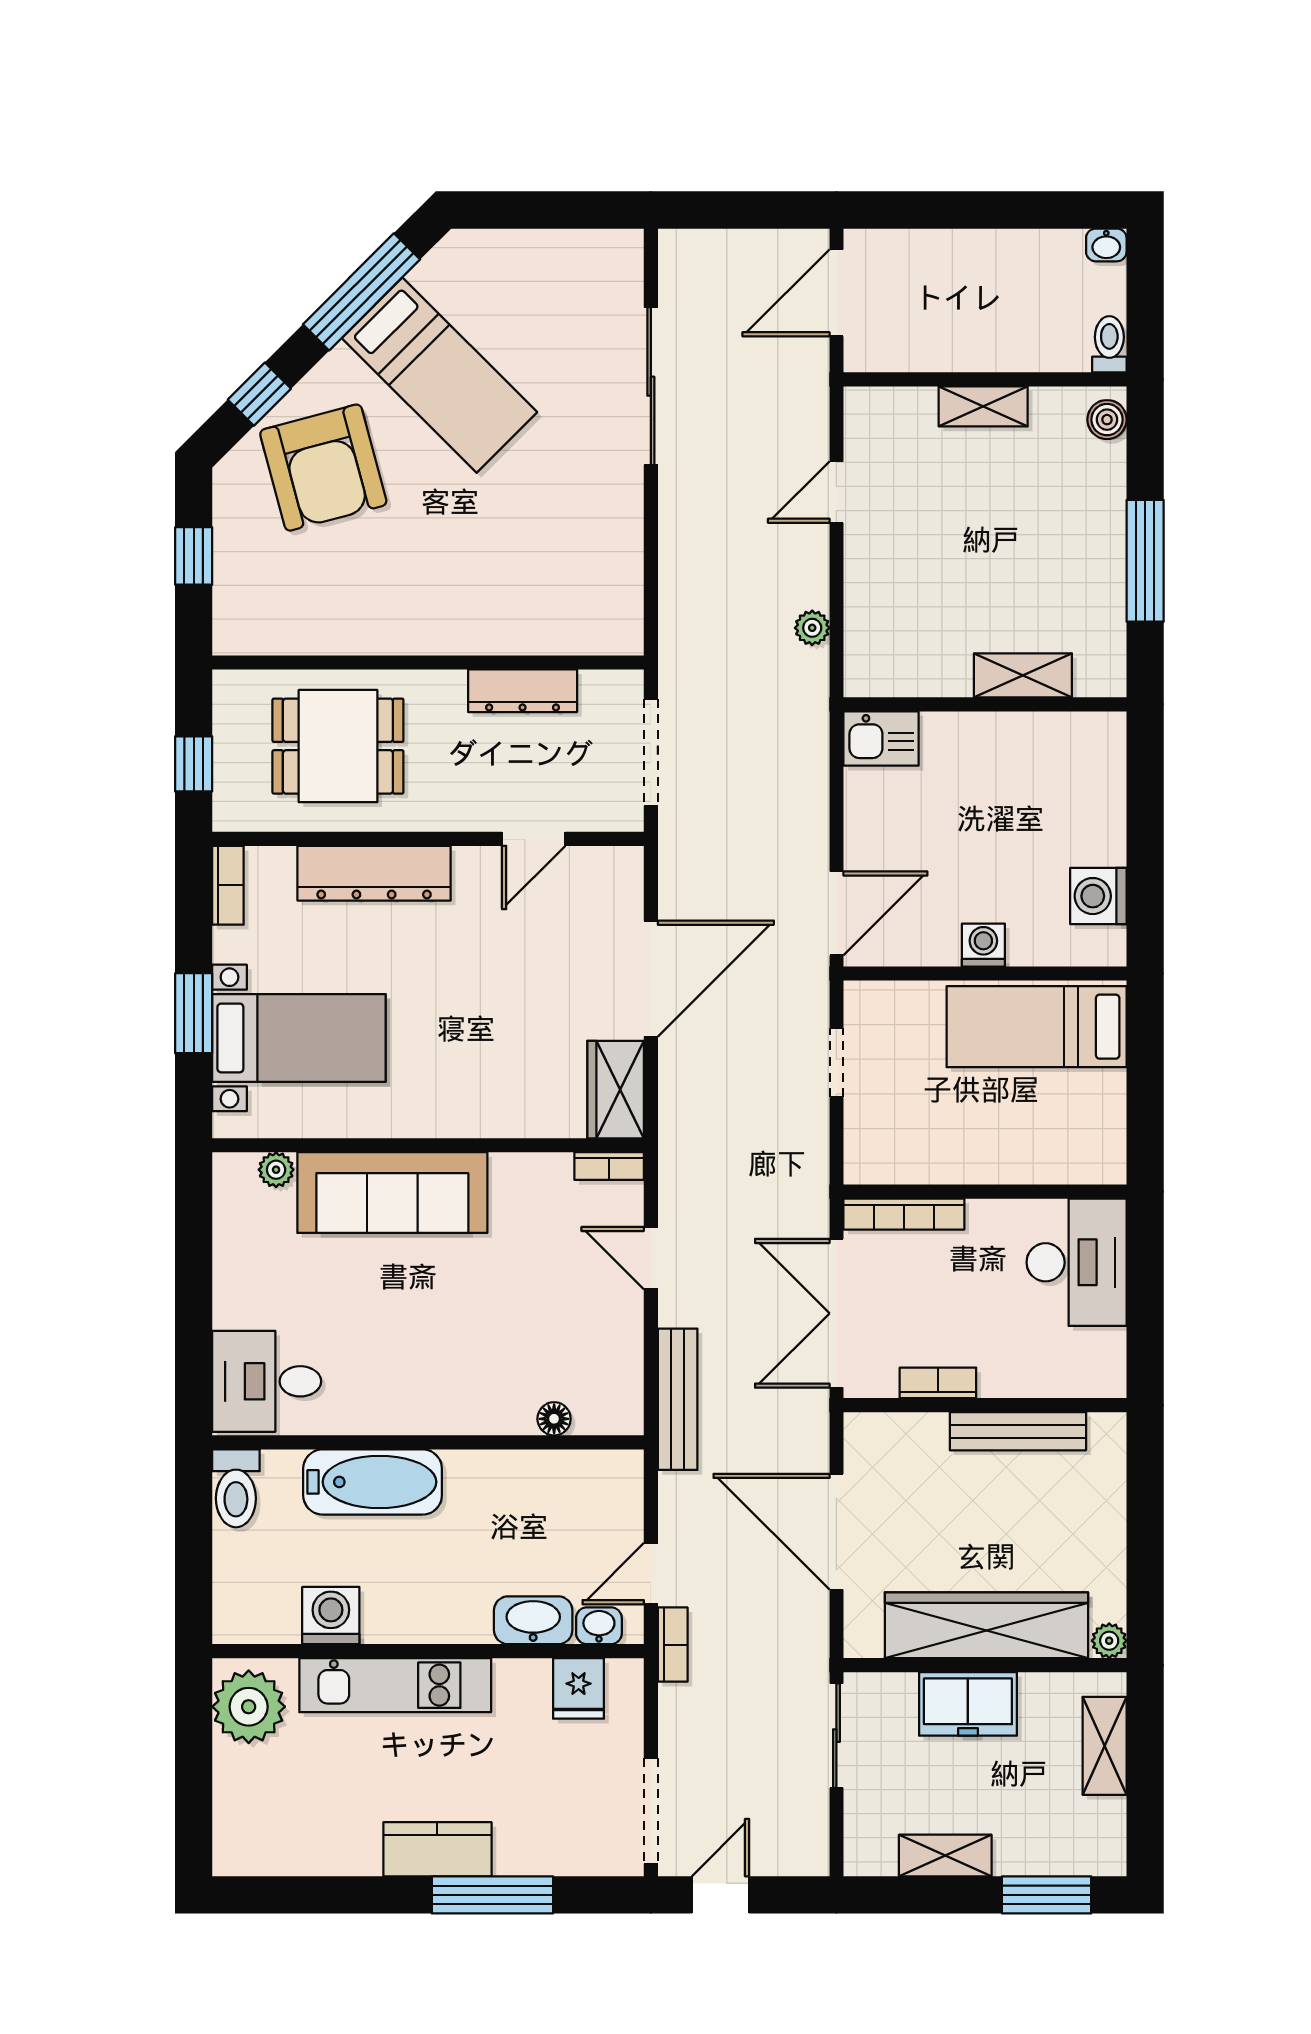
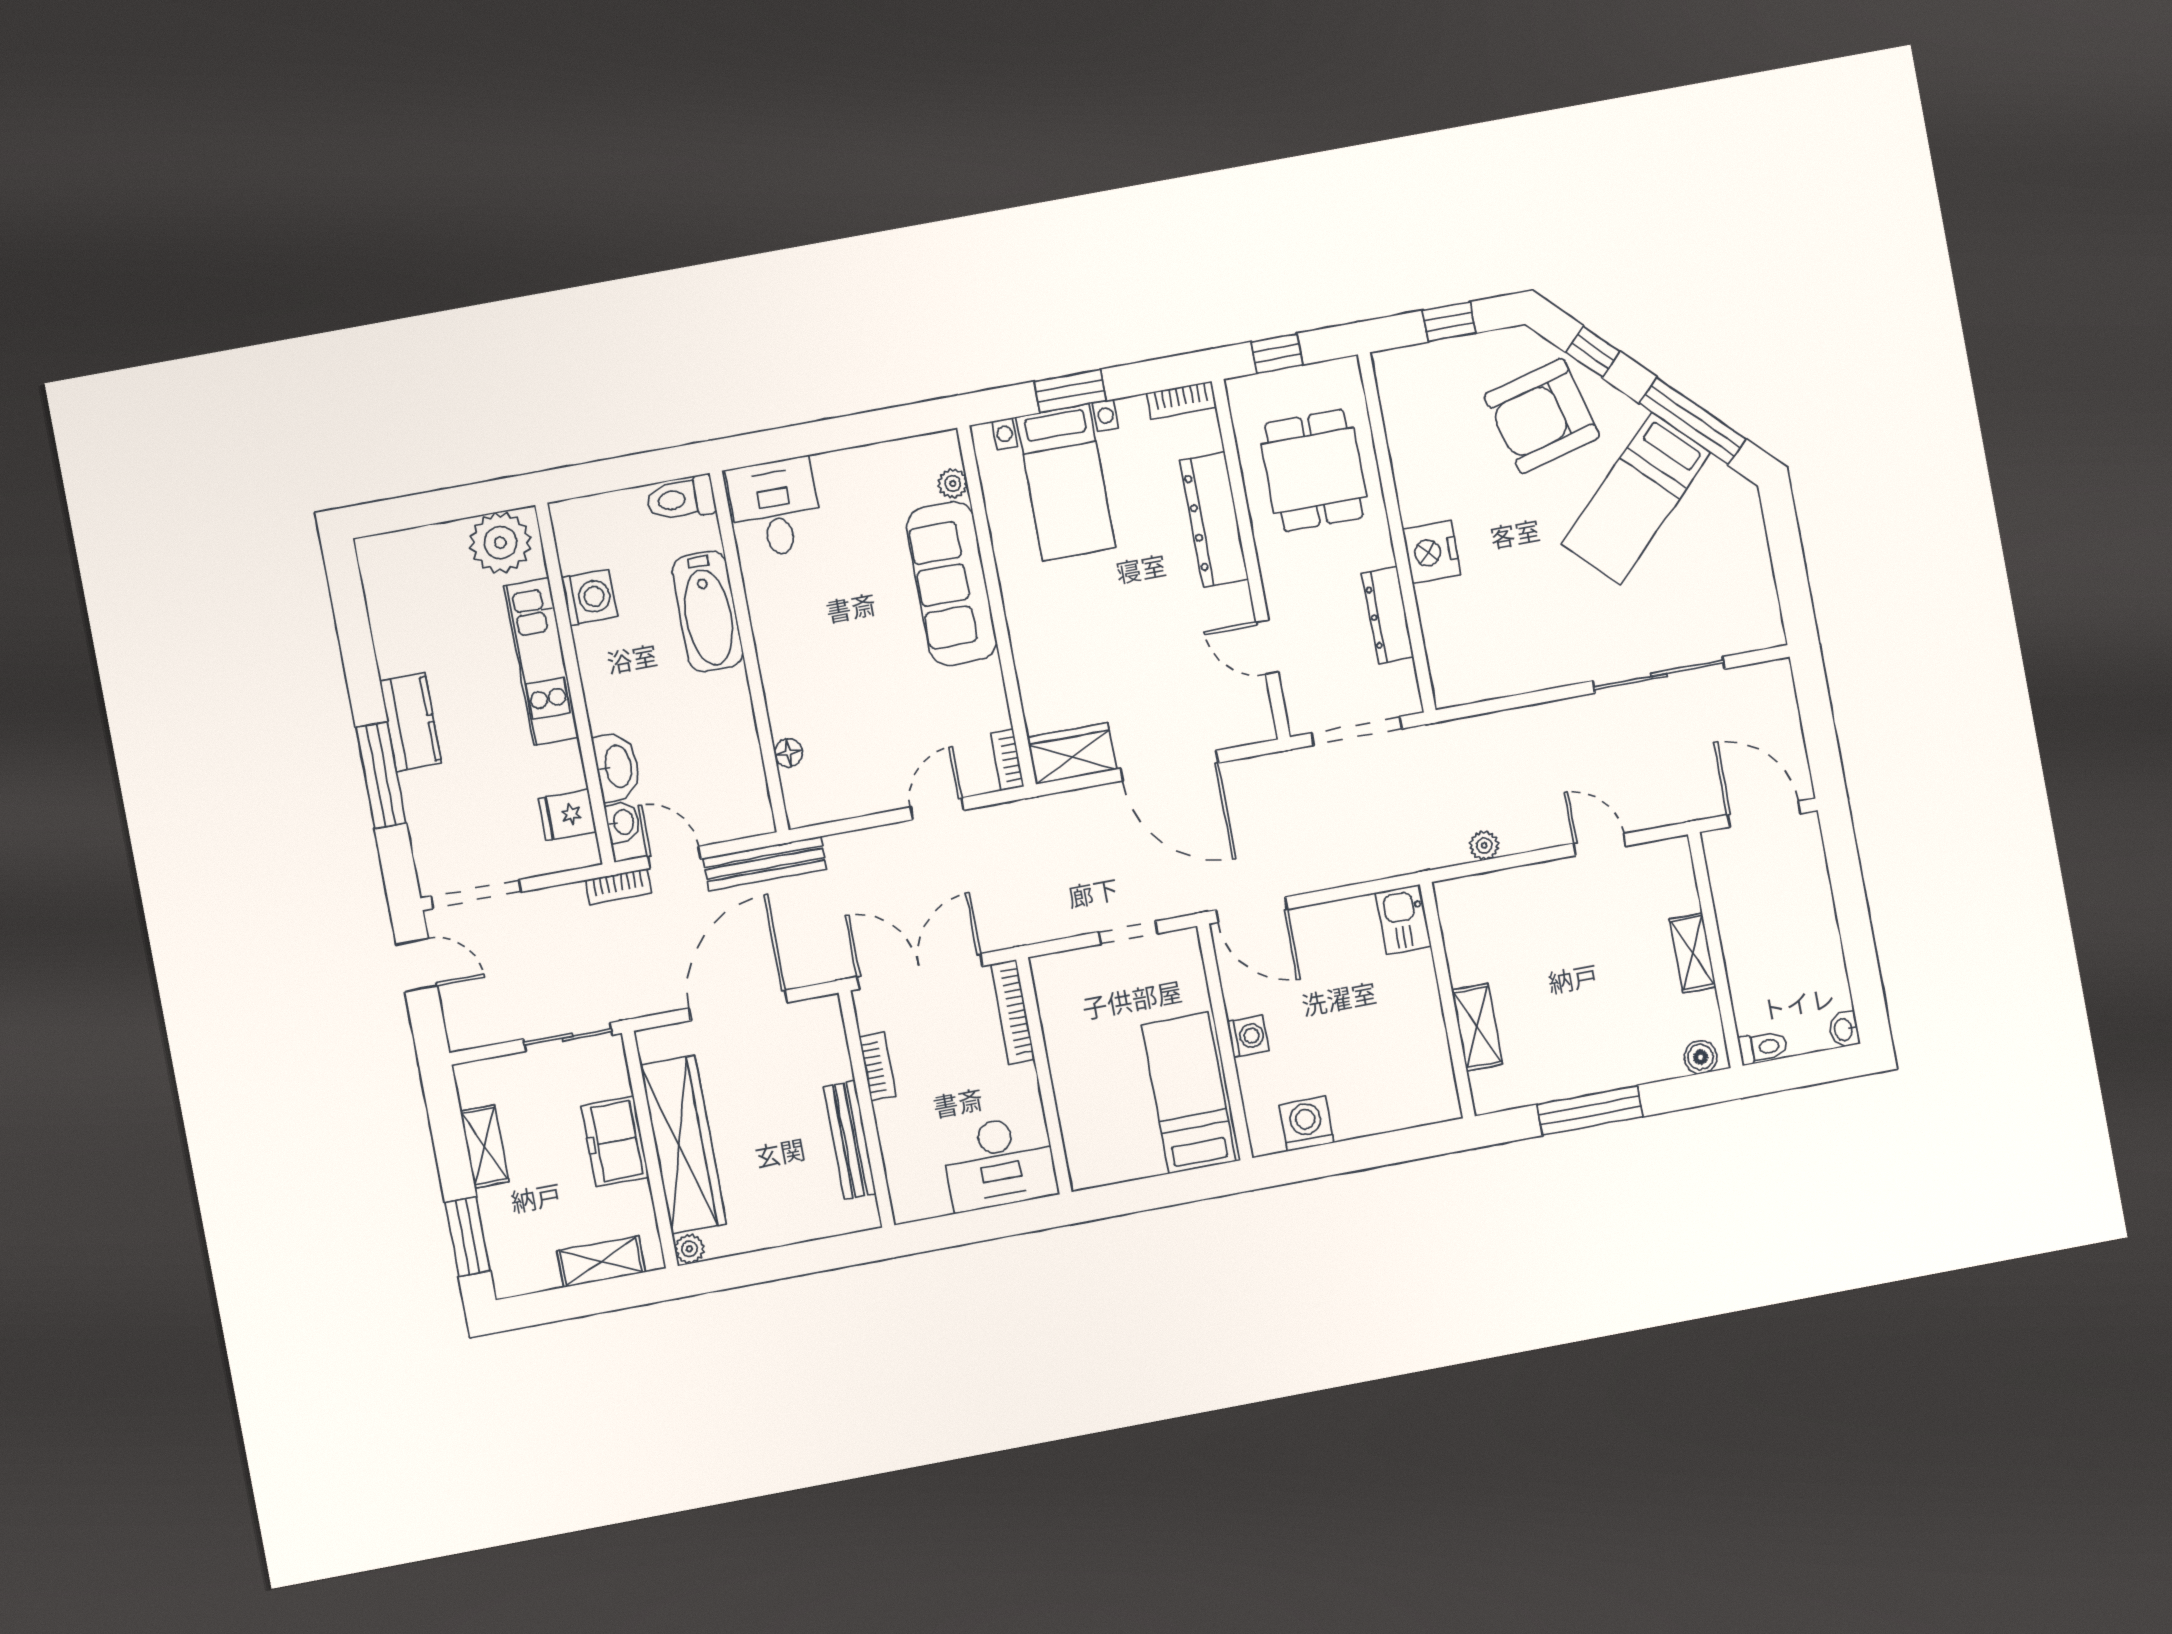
nightstand: (458, 626) -> (1432, 552), added
bench: (678, 1399) -> (765, 864), moved

